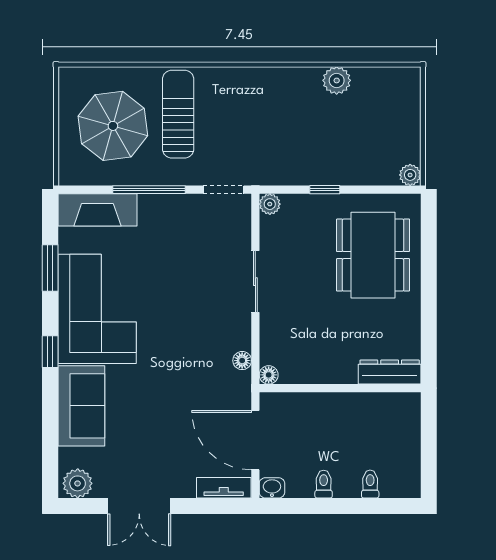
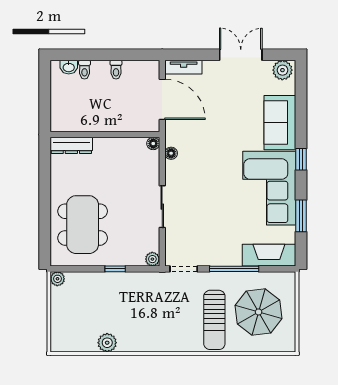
washbasin: (272, 488) -> (69, 67), moved

